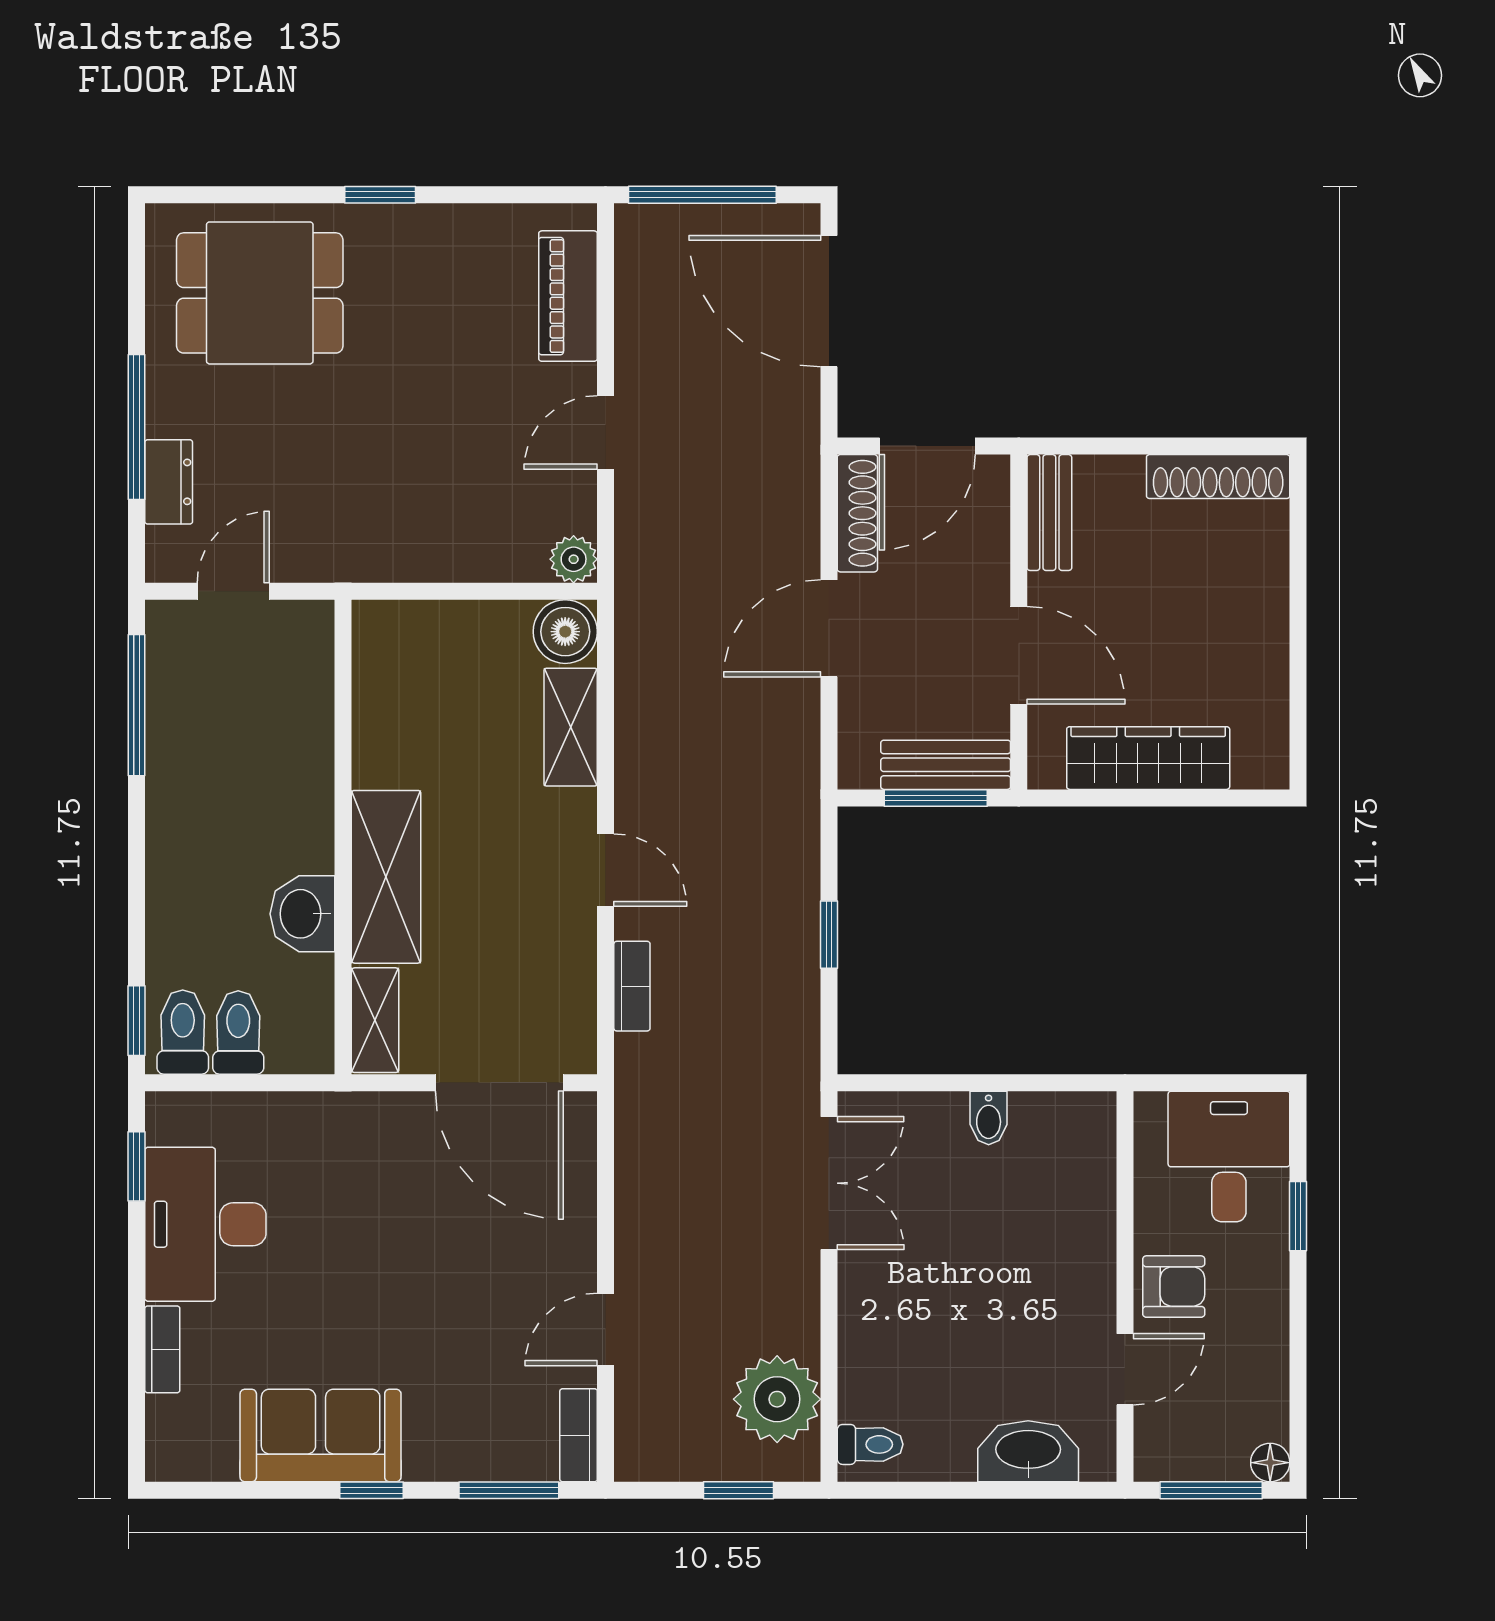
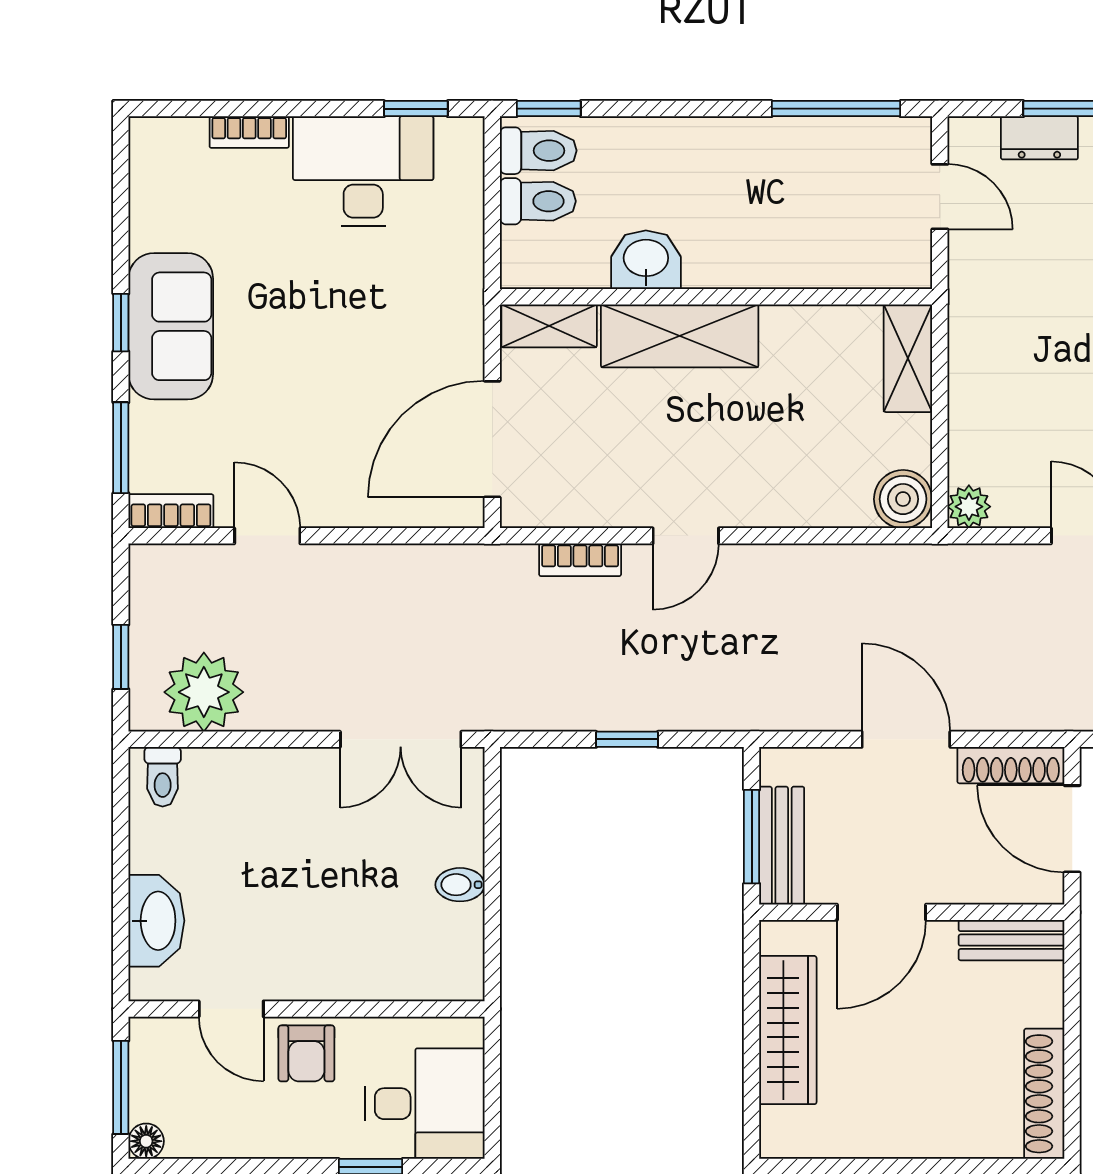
shelving: (571, 727) -> (908, 358), moved, turned 90
sofa: (321, 1436) -> (171, 326), moved

